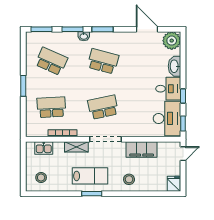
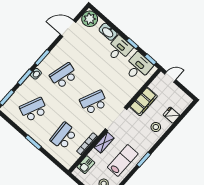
school desk: (103, 107) -> (94, 102), turned 36
desk: (167, 118) -> (138, 67), width x0.73
door: (183, 154) -> (170, 77), hinge flipped
lab bench: (90, 176) -> (123, 160), moved
fridge: (174, 184) -> (171, 115), moved

